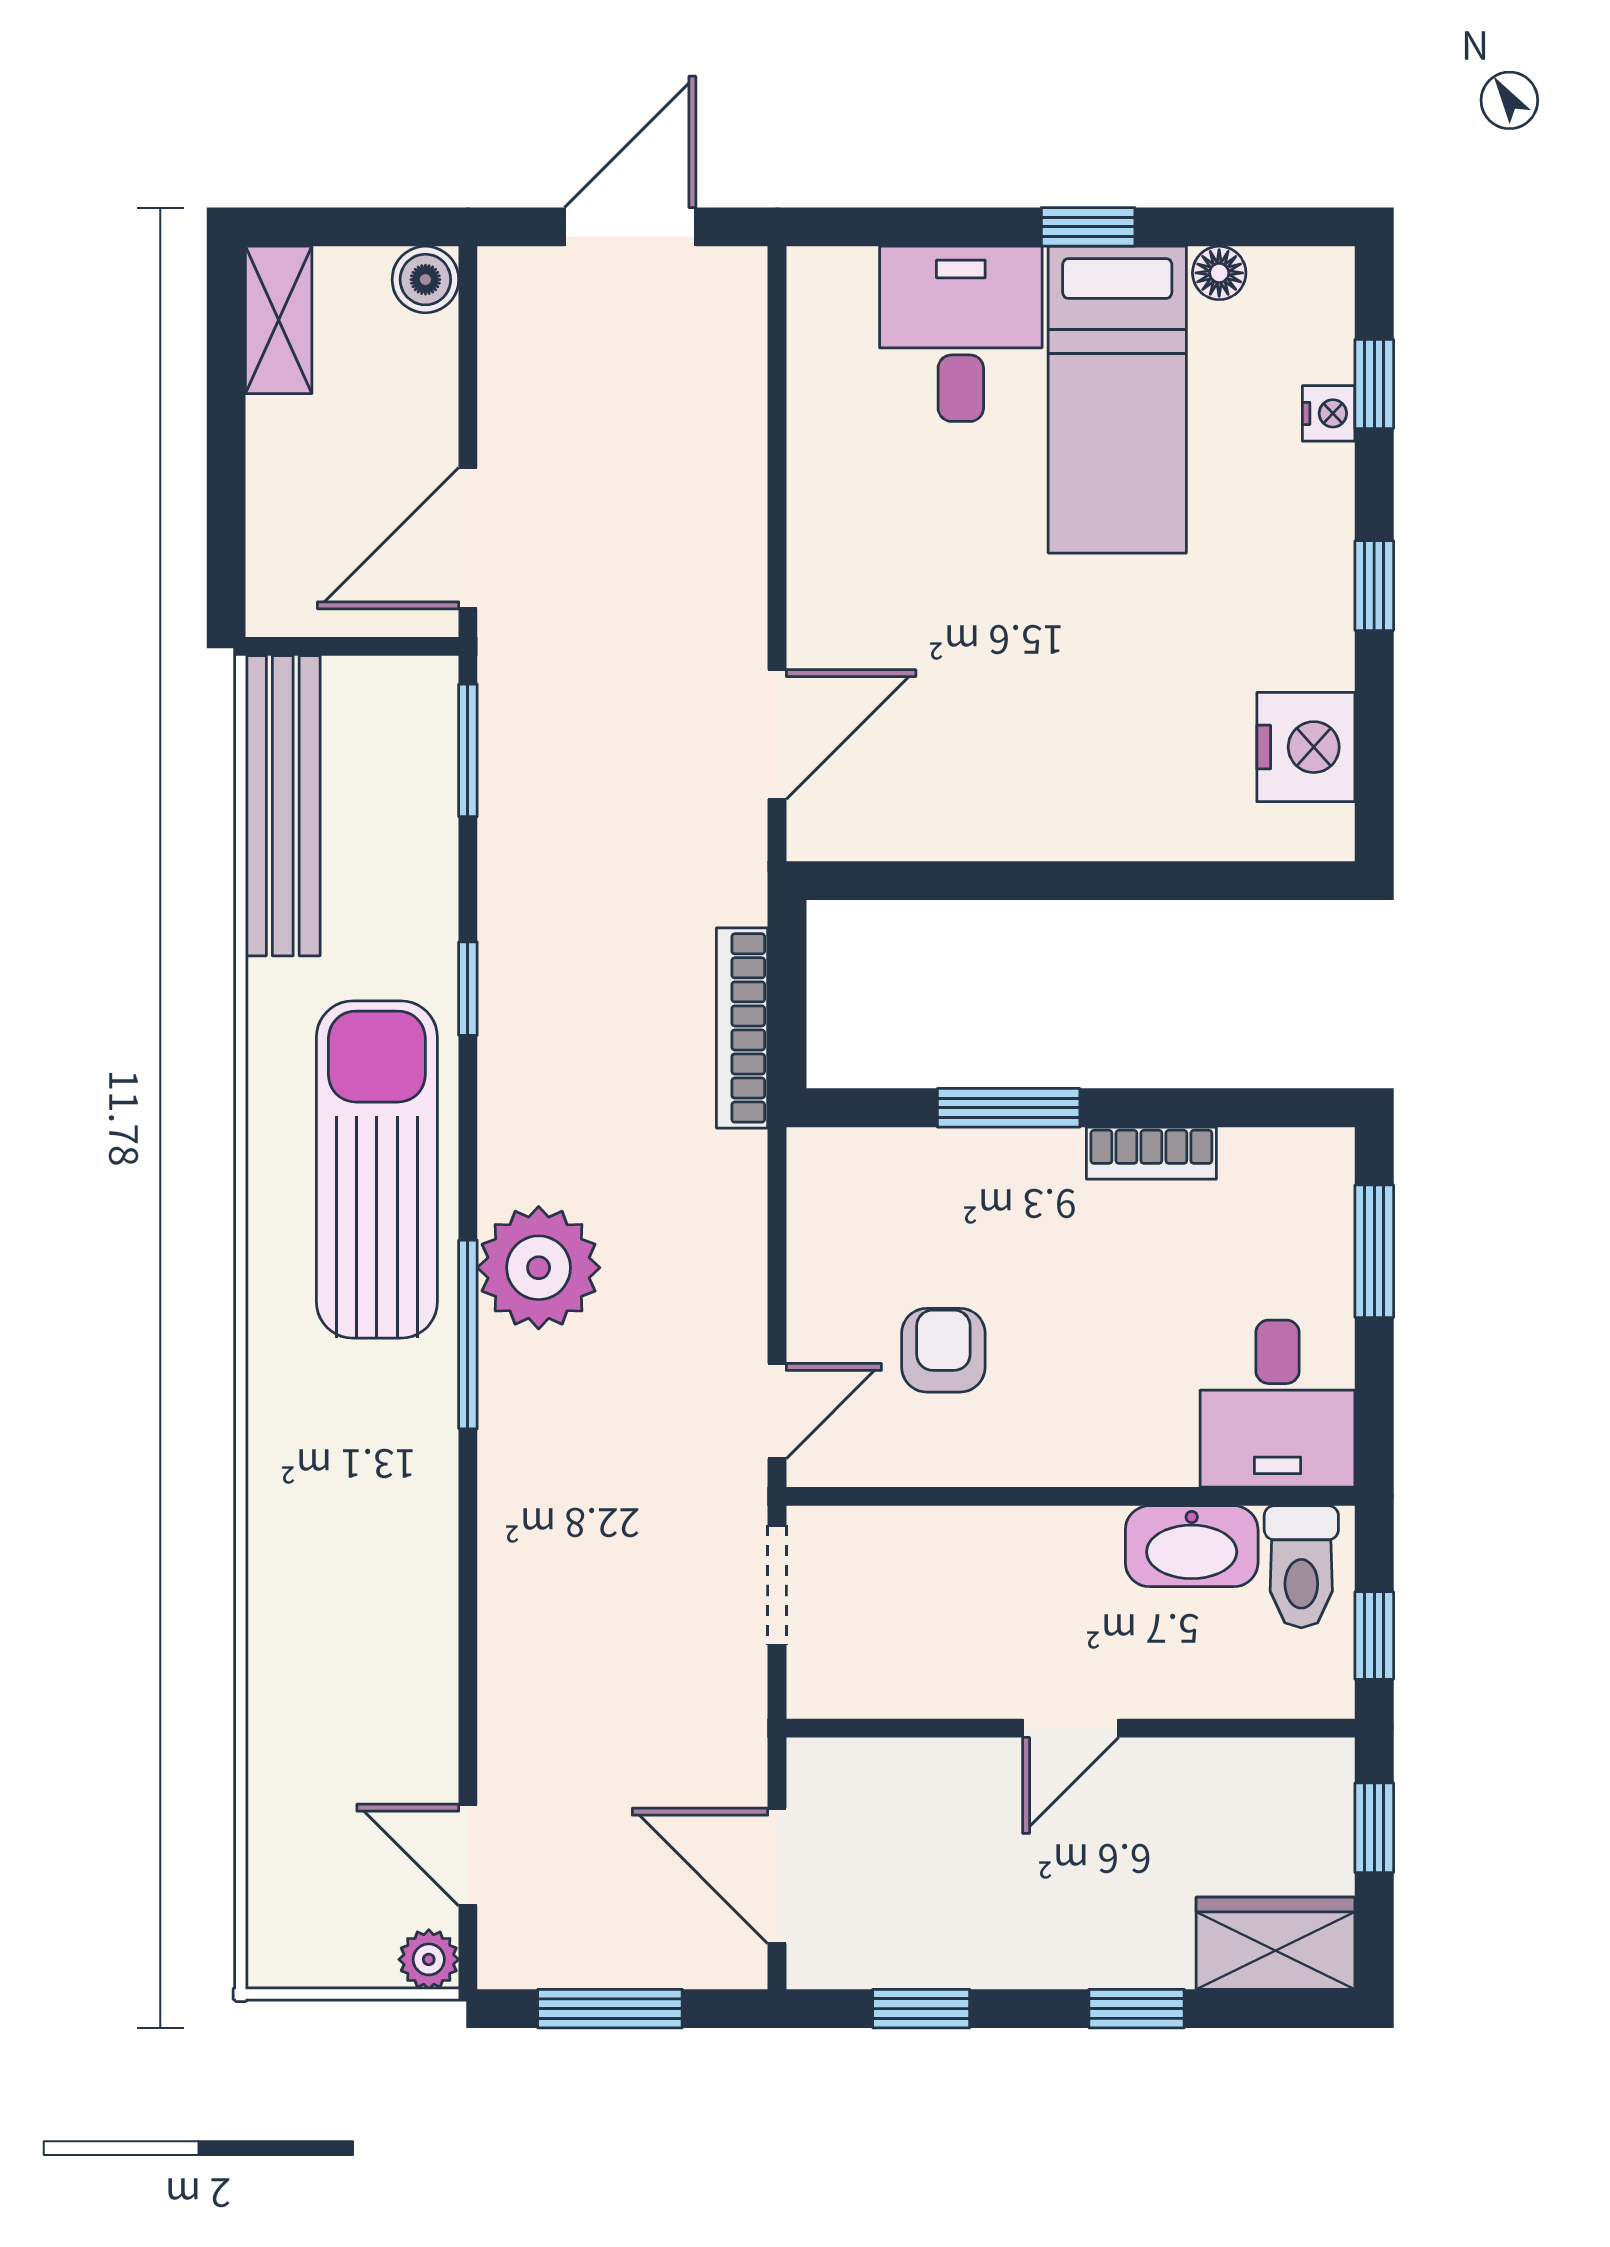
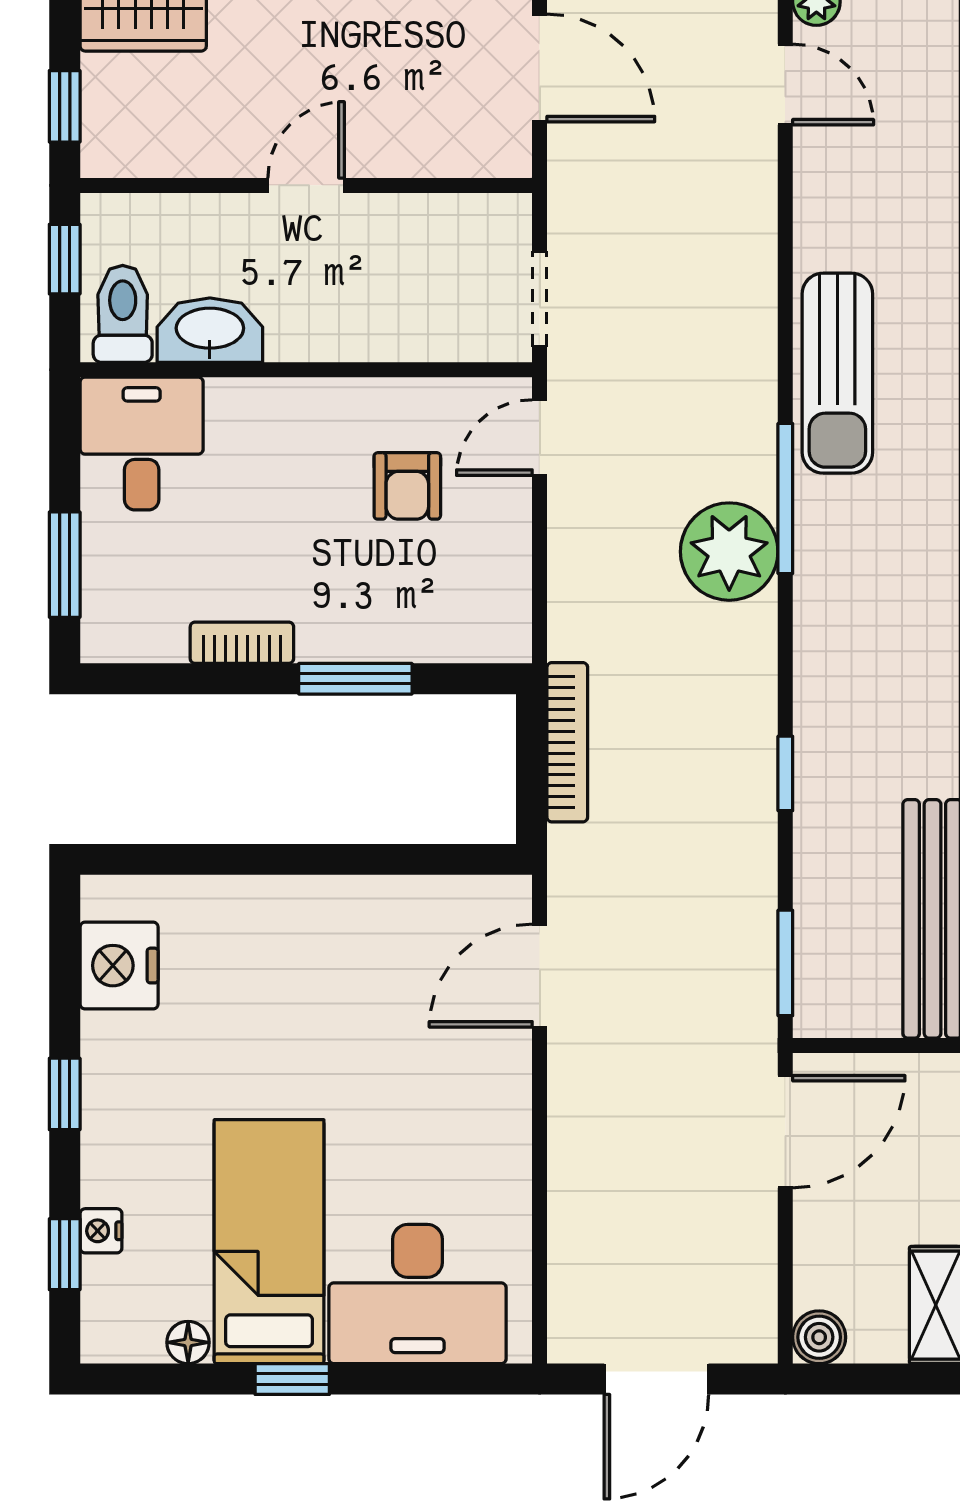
desk: (961, 334) -> (417, 1294), width x1.37
sun lounger: (377, 1170) -> (837, 373), moved, width x0.73, depth x0.75

